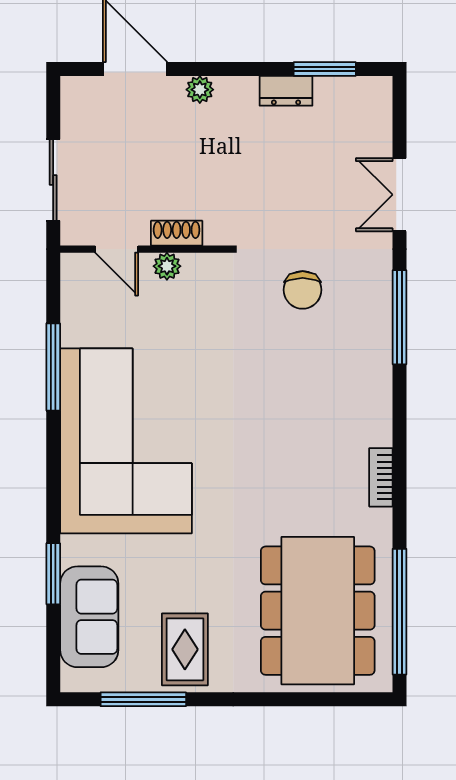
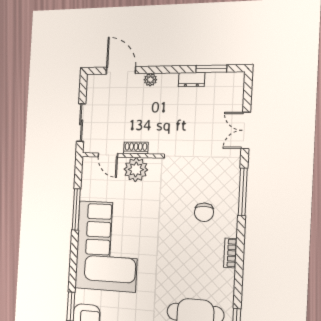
plant: (167, 266) -> (136, 170), width x1.88, depth x1.88
chair: (303, 290) -> (204, 212), moved
bookcase: (381, 477) -> (230, 253), moved

